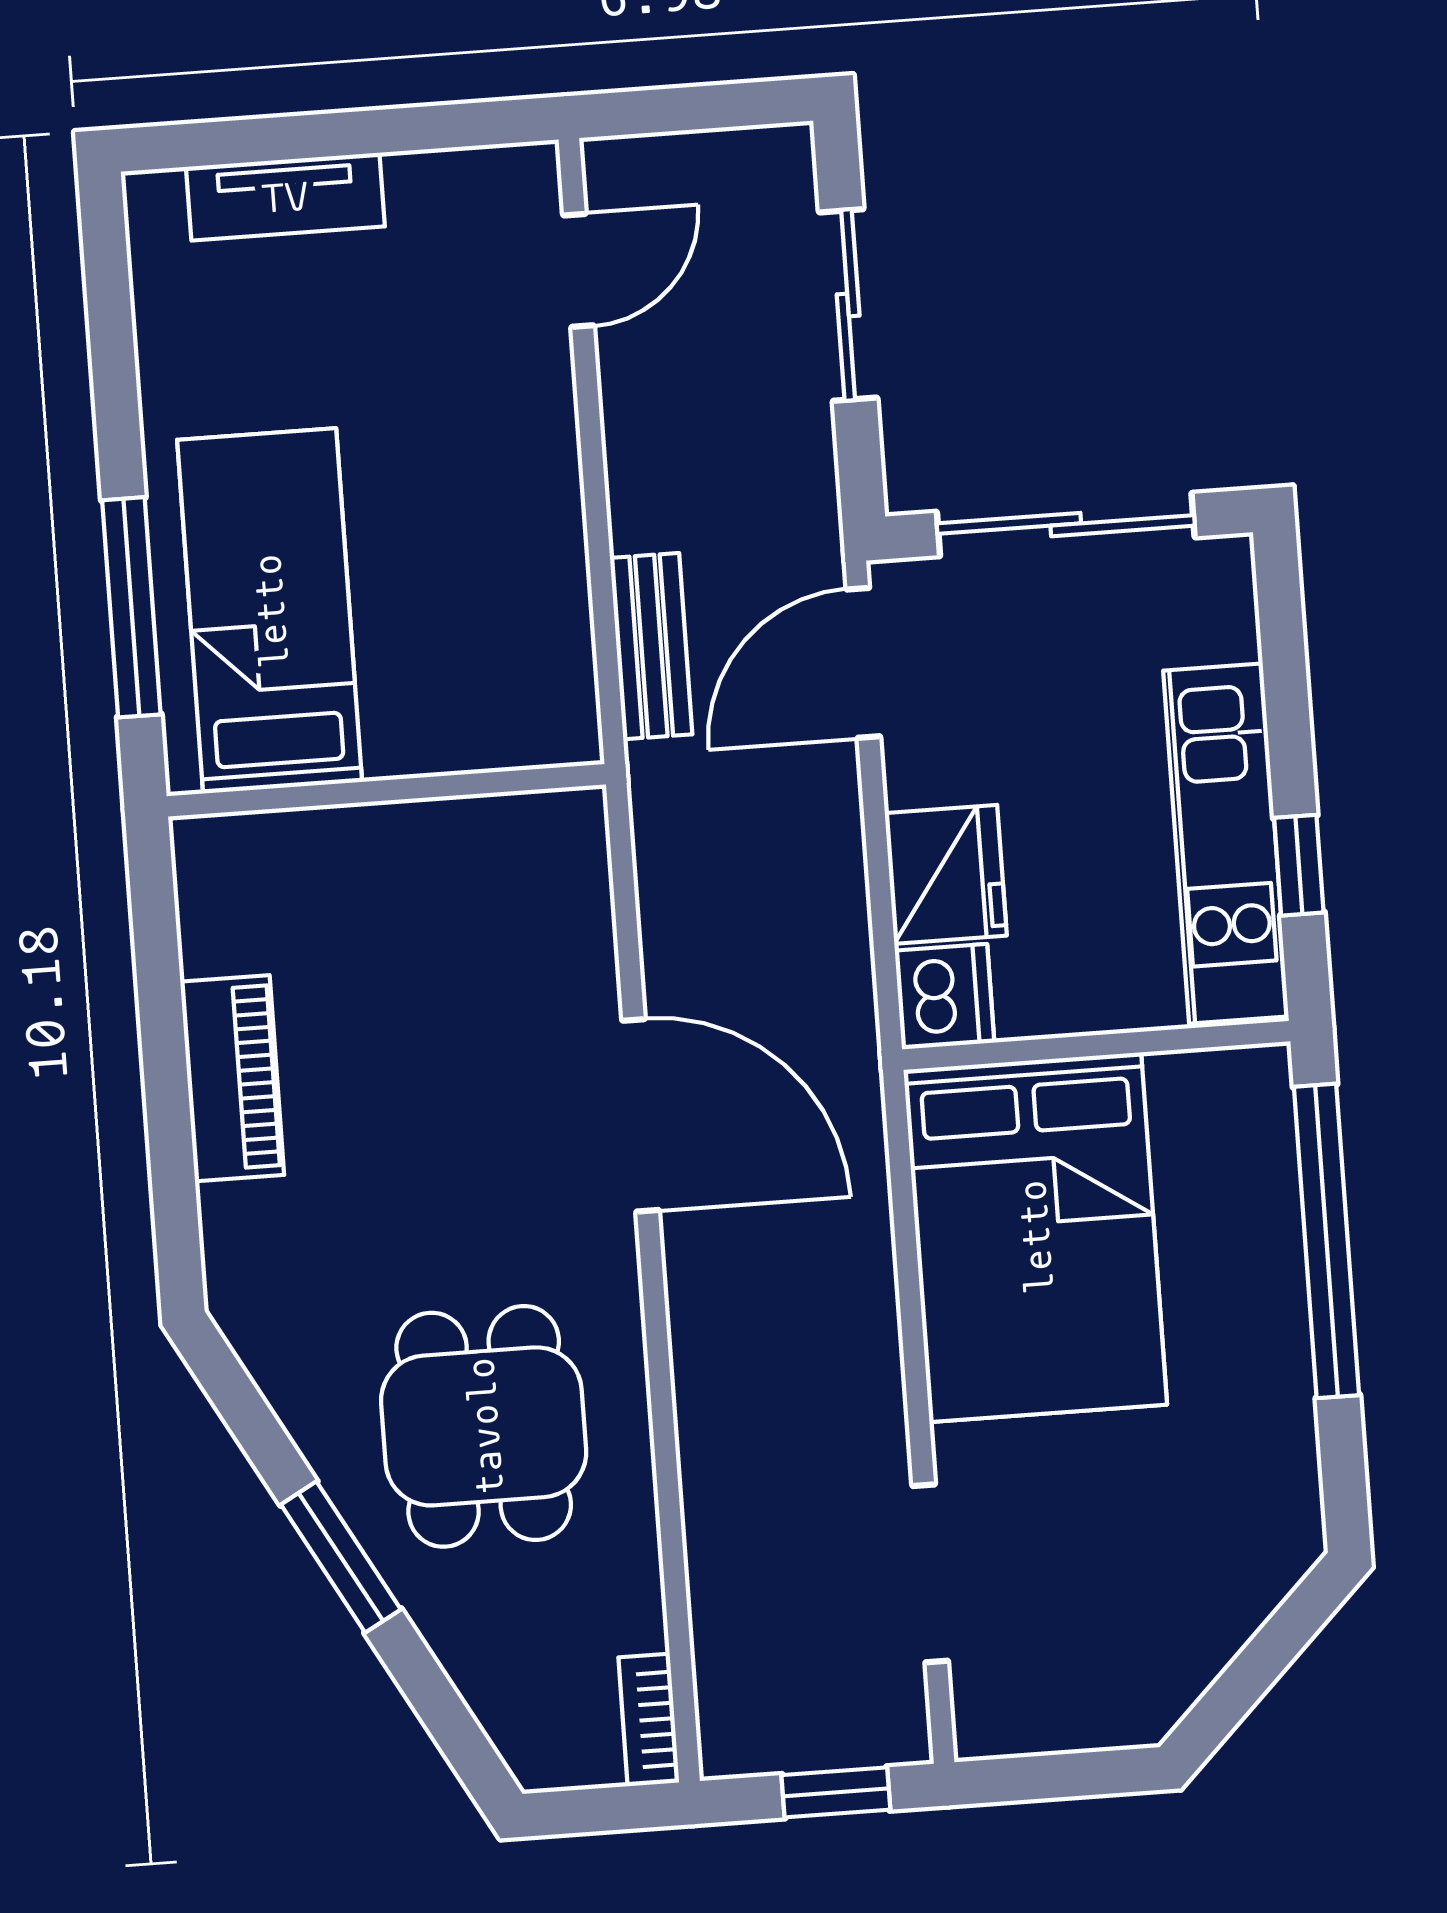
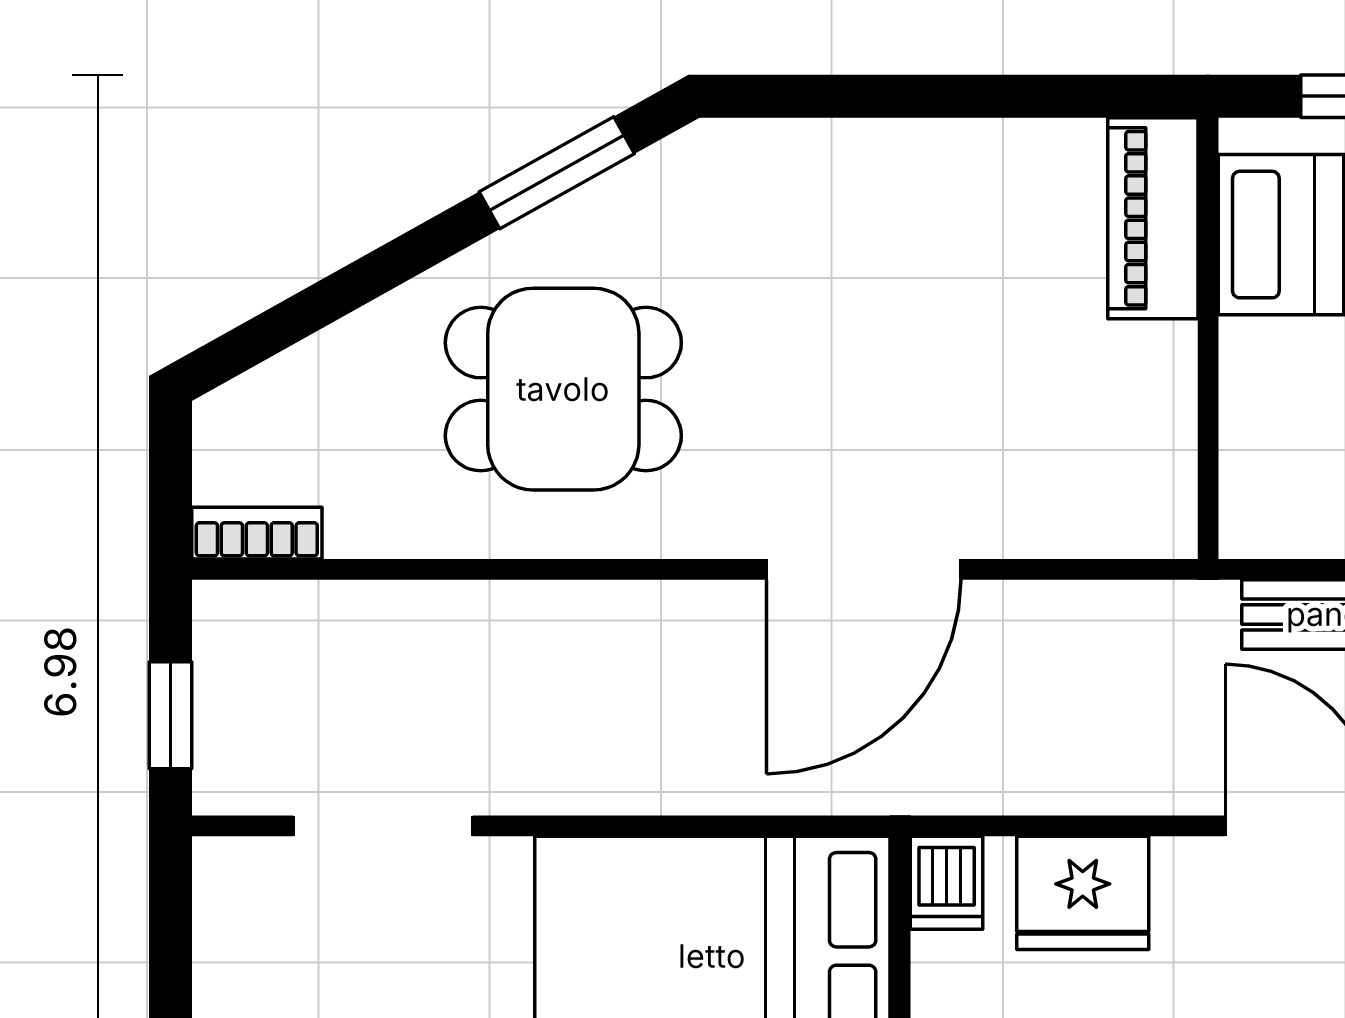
dishwasher: (944, 997) -> (947, 883), width x0.73
piano: (232, 1078) -> (1153, 218), moved, turned 90
window: (341, 1557) -> (557, 173), moved

